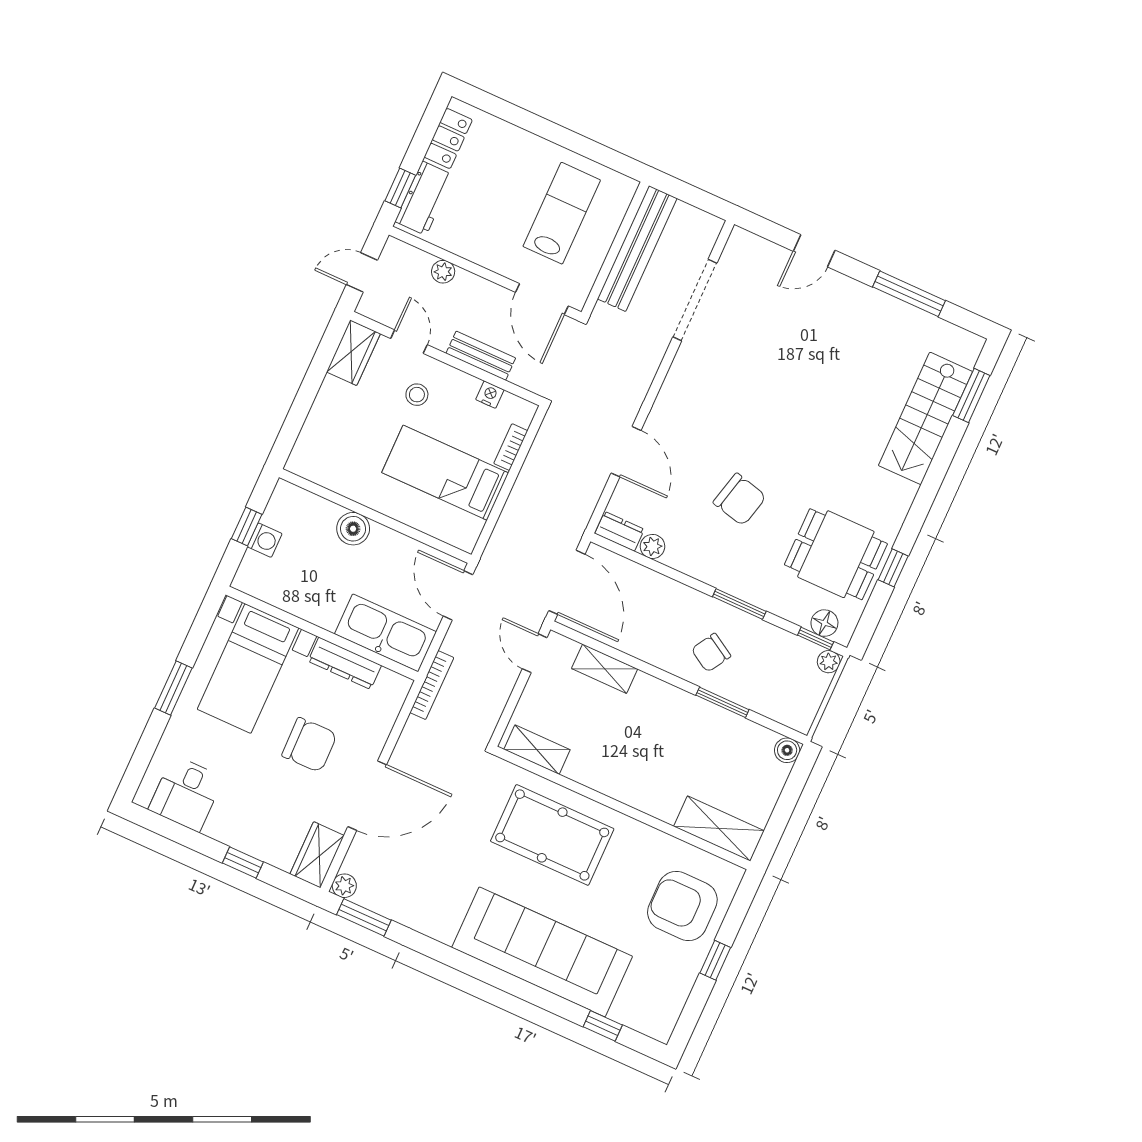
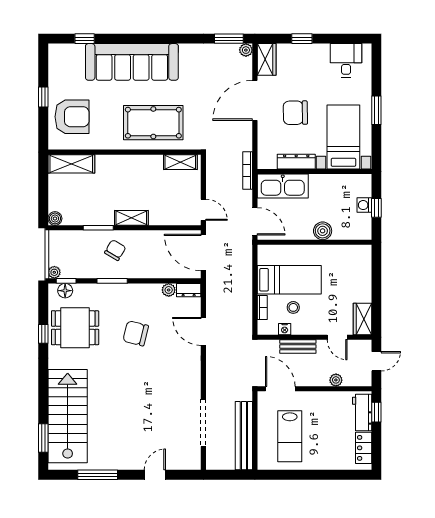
stool: (417, 395) -> (293, 307), moved
stairs: (925, 418) -> (68, 416), width x1.36, depth x1.51
shelving: (605, 669) -> (131, 218), moved

